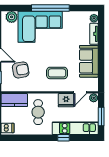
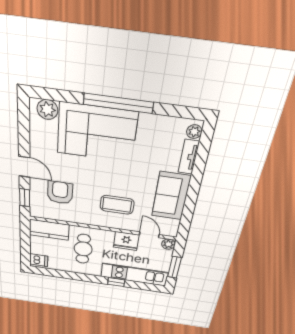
armchair: (21, 70) -> (60, 193), turned -80
door: (80, 92) -> (149, 235), swing flipped

